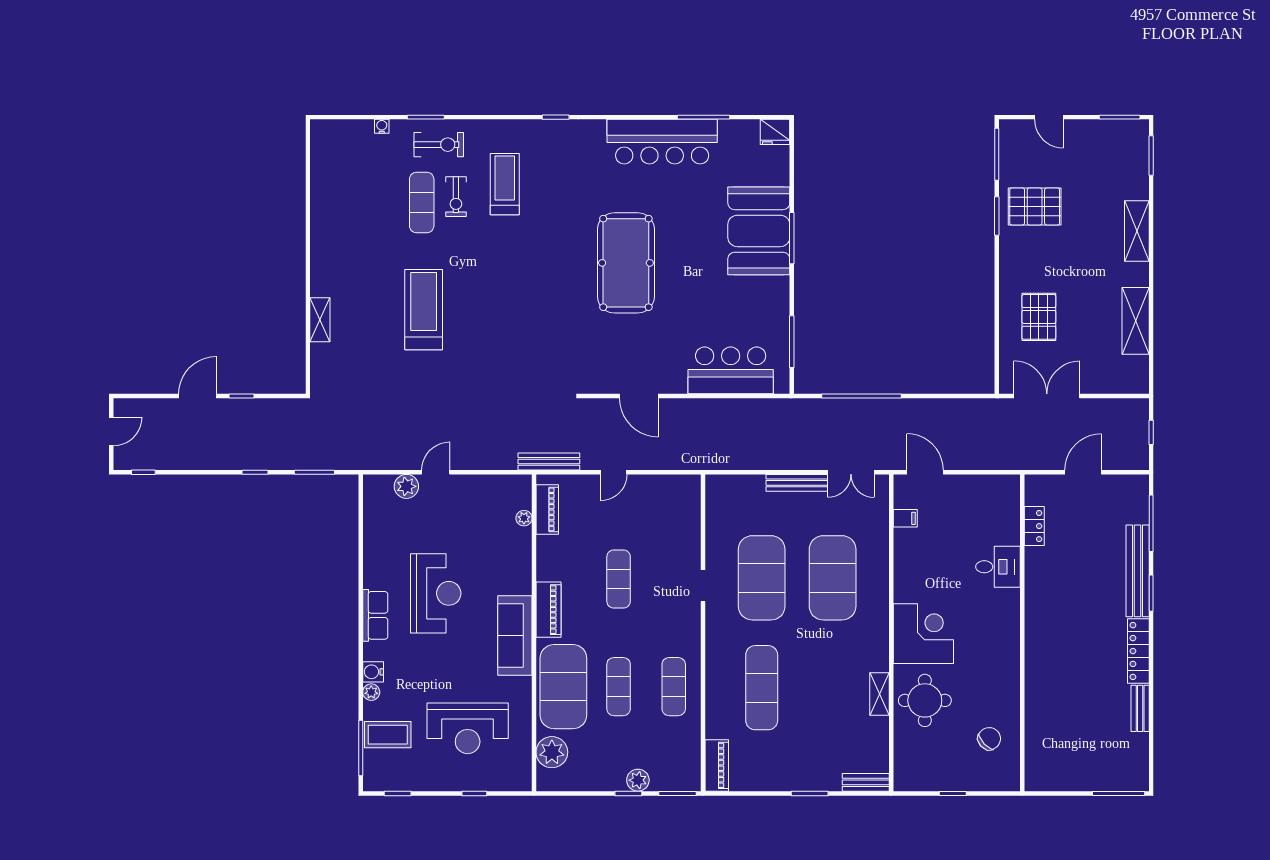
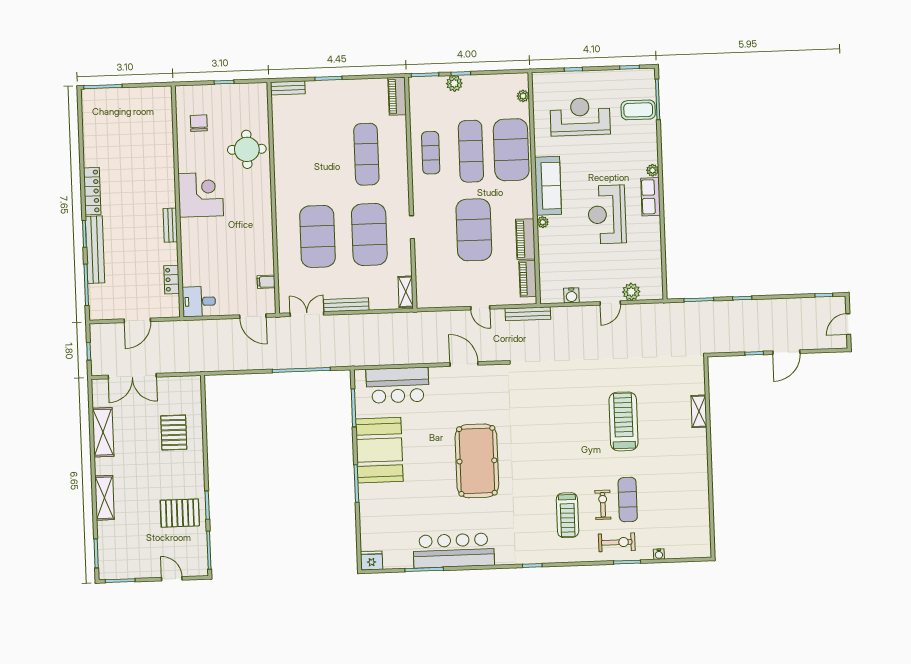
exercise bike: (439, 145) -> (617, 542), turned 180
booth: (759, 231) -> (379, 450), moved
treadmill: (424, 310) -> (623, 421), turned 180
double door: (1047, 396) -> (132, 376), moved
door: (614, 472) -> (480, 308), swing flipped
plant: (524, 518) -> (543, 222), moved
desk: (998, 567) -> (199, 301), moved
exercise mat: (619, 579) -> (474, 230), width x2.00, depth x1.45
piano: (549, 610) -> (525, 239), moved
corner desk: (923, 634) -> (201, 195), moved, turned 180
water cooler: (373, 672) -> (571, 295), moved, turned 90
exercise mat: (619, 687) -> (471, 151), width x1.36, depth x1.45
plant: (371, 692) -> (653, 170), moved
shelving: (879, 694) -> (406, 292), moved
bench: (1140, 708) -> (170, 225), moved
chair: (989, 739) -> (199, 123), turned 133
plant: (552, 752) -> (523, 96), width x0.53, depth x0.53

